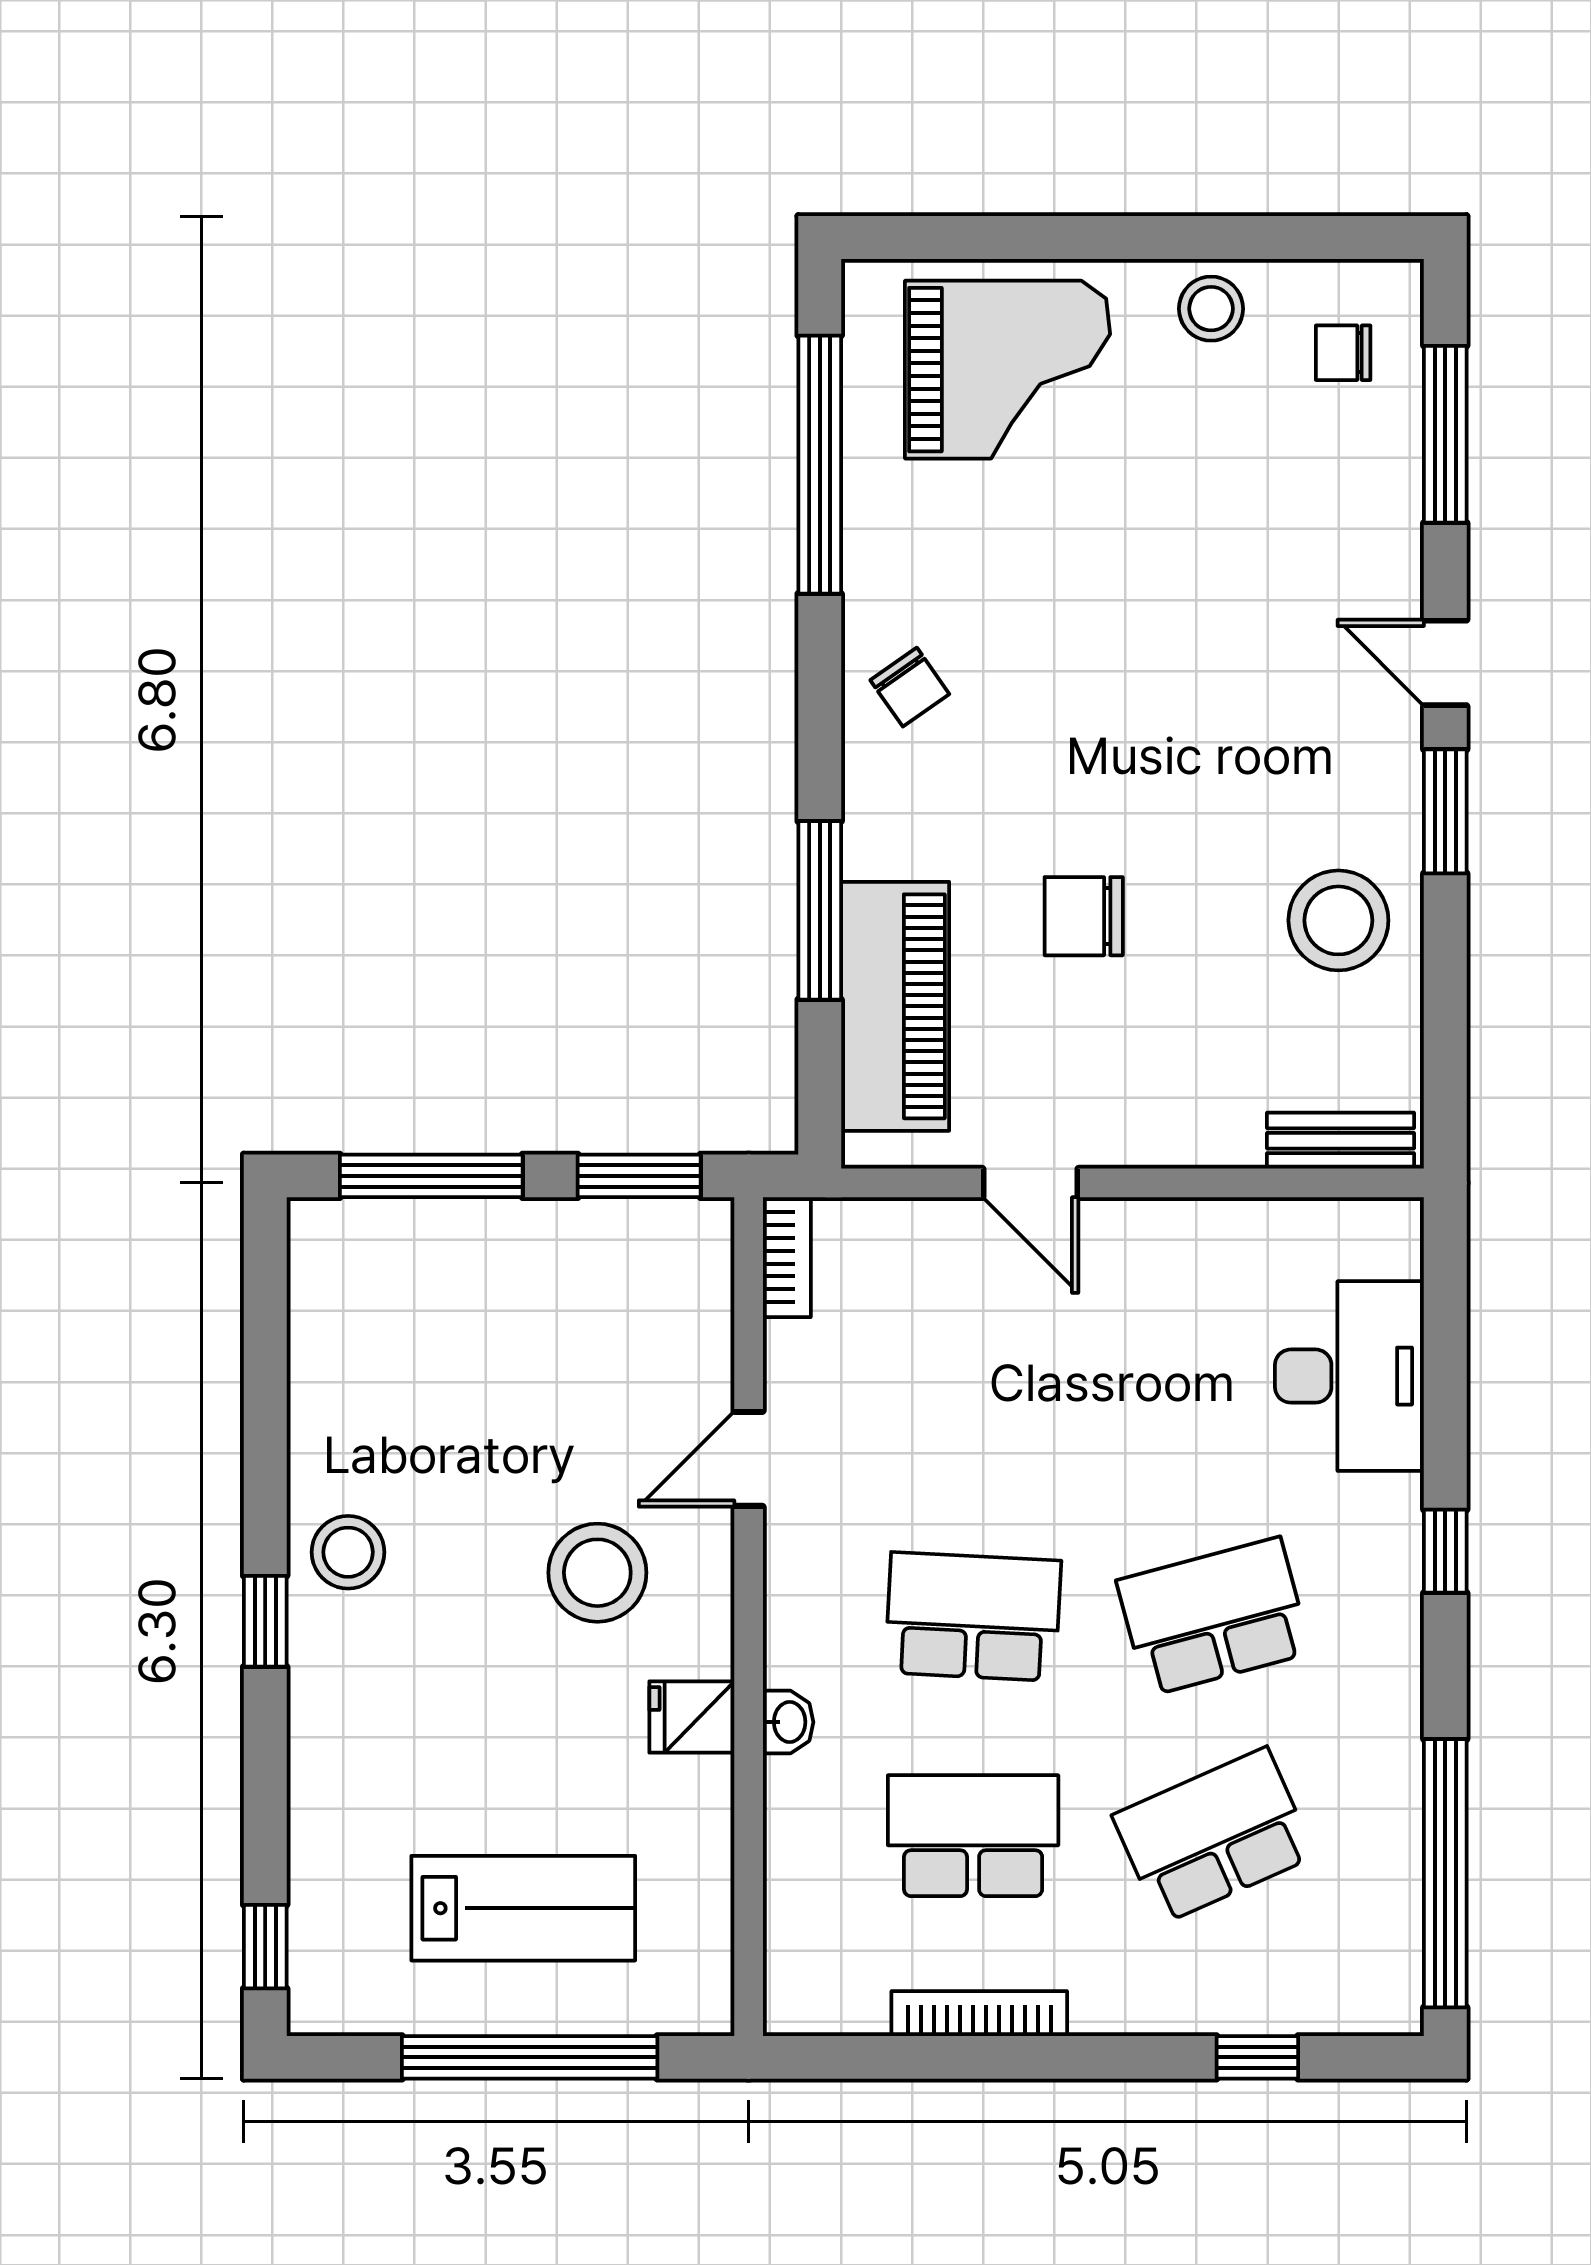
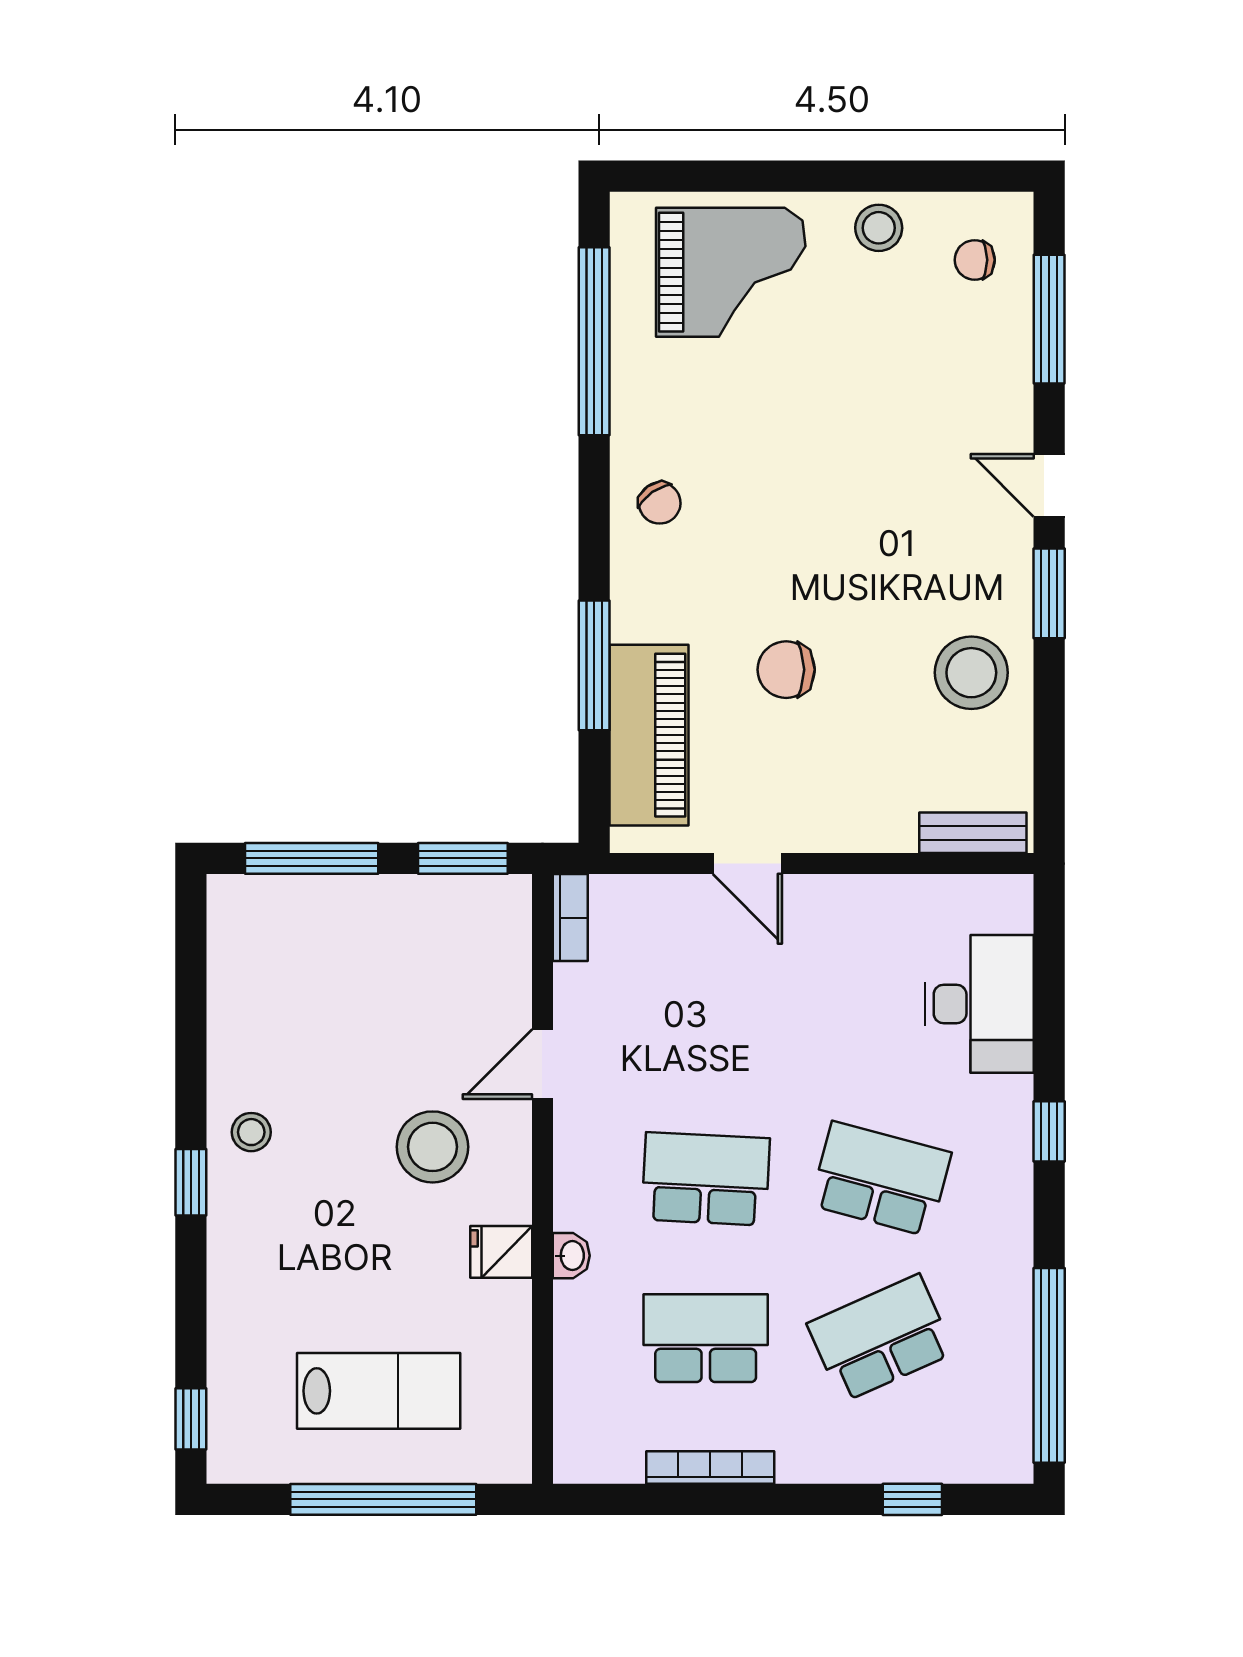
stool: (348, 1552) -> (251, 1132), width x0.73, depth x0.73
school desk: (1214, 1617) -> (881, 1179), turned 30

